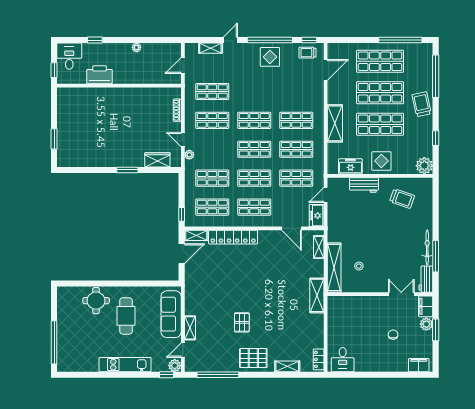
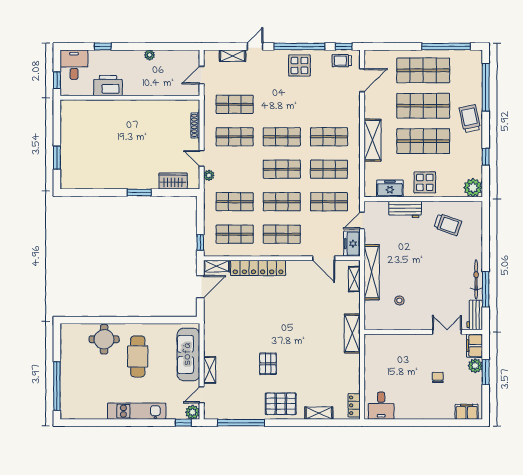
shelving: (334, 268) -> (372, 272), moved

